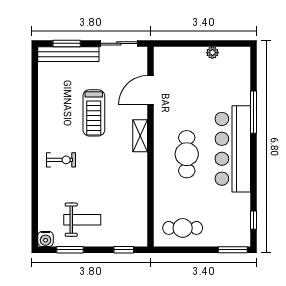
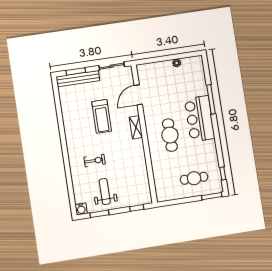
bar counter: (233, 149) -> (200, 119), width x0.73
exercise bike: (61, 160) -> (95, 161), moved
weight bench: (82, 220) -> (105, 192), turned -90
cafe table: (183, 228) -> (194, 178), moved

